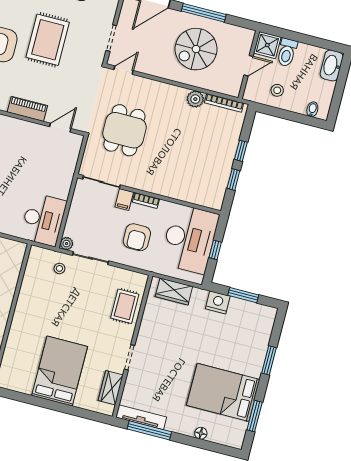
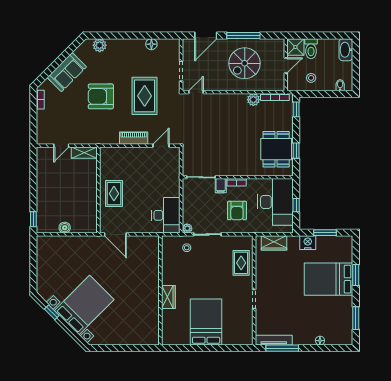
rug: (48, 40) -> (145, 96), moved
dining table: (124, 130) -> (276, 149), moved
window: (241, 151) -> (296, 109), moved
wardrobe: (111, 388) -> (168, 297), moved, turned 180
bed: (223, 392) -> (329, 279), moved

